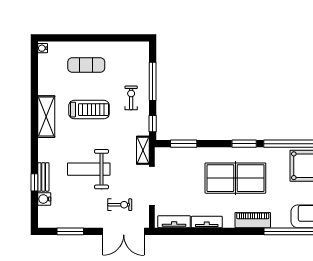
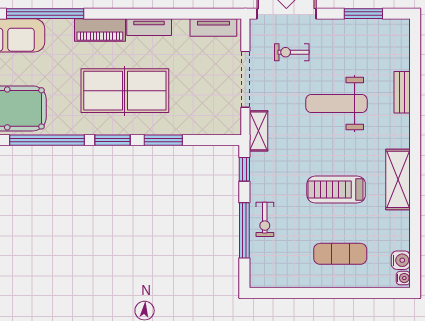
exercise bike: (131, 98) -> (265, 219), moved
window: (184, 144) -> (163, 140), moved
weight bench: (89, 169) -> (336, 104), turned 180
window: (34, 182) -> (415, 85), removed
water cooler: (44, 199) -> (401, 260), moved
tv unit: (207, 222) -> (149, 27), moved

